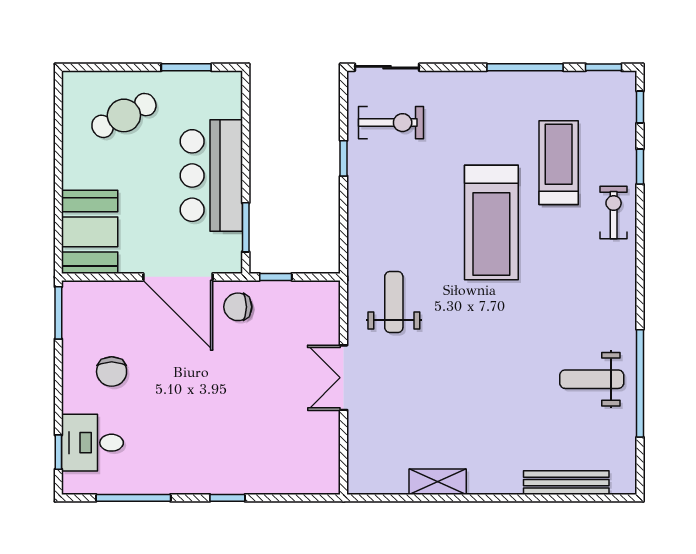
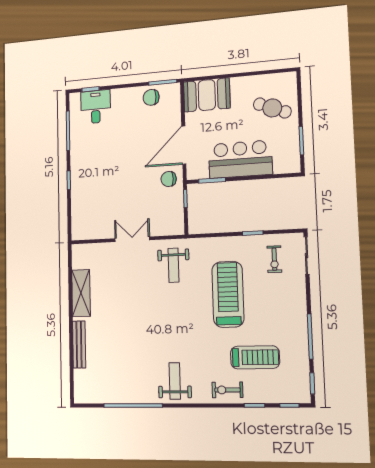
cafe table: (124, 115) -> (272, 108), turned -41
exercise bike: (391, 123) -> (274, 259), width x0.73, depth x0.72
exercise bike: (614, 213) -> (227, 390), turned 180
treadmill: (491, 222) -> (228, 294), moved, turned 90
weight bench: (394, 302) -> (174, 265), turned 90
chair: (238, 307) -> (169, 179), turned -90
chair: (112, 372) -> (151, 97), moved
weight bench: (592, 379) -> (175, 381), moved
shelving: (438, 482) -> (81, 293), width x1.50, depth x1.33
bench: (566, 483) -> (79, 344), moved

